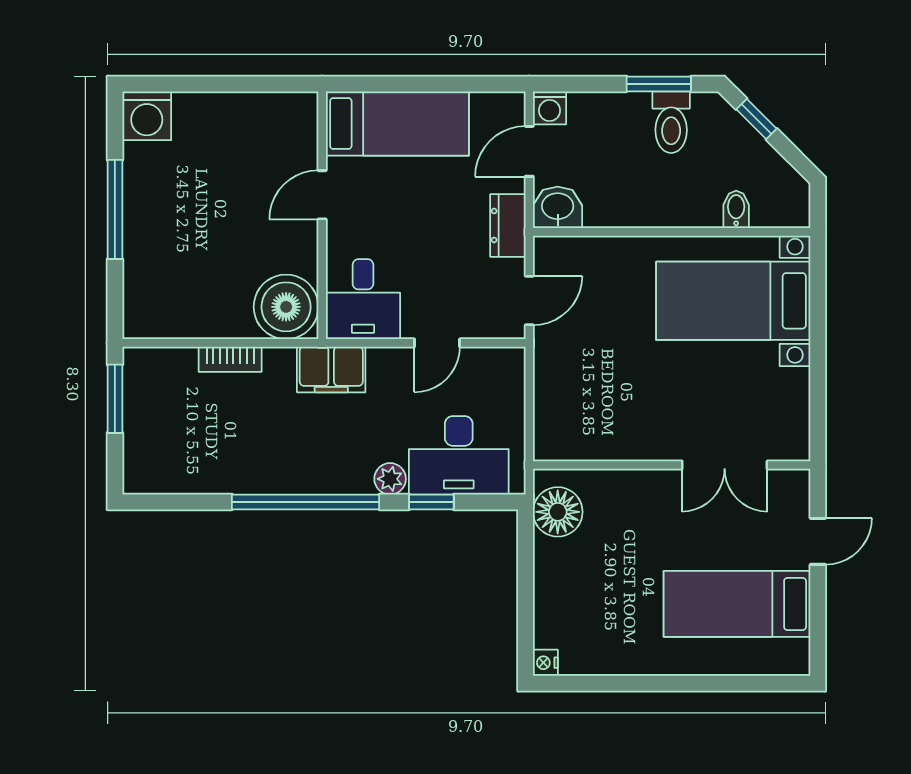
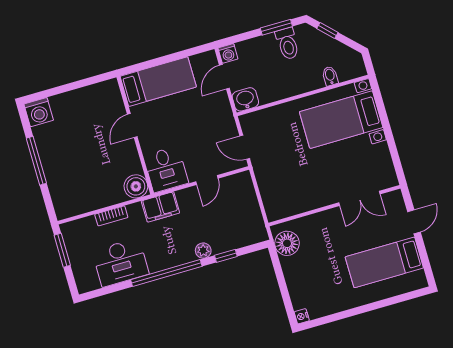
dresser: (508, 225) -> (224, 115), removed
door: (529, 301) -> (245, 147), swing flipped
boiler: (286, 307) -> (136, 186), width x0.73, depth x0.73
desk: (459, 455) -> (120, 262), moved

